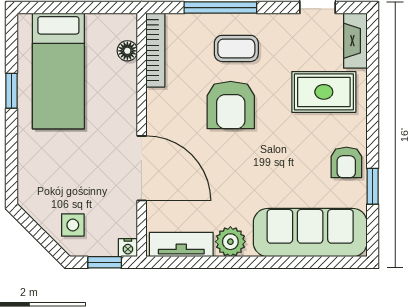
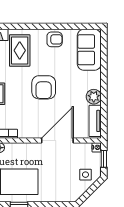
armchair: (231, 105) -> (44, 87), moved, turned 90
window: (373, 186) -> (66, 26), removed
sofa: (310, 233) -> (89, 50), width x0.73

